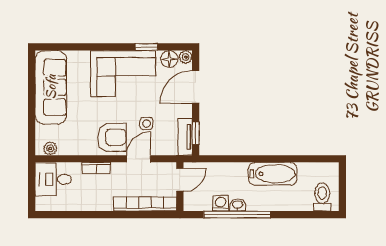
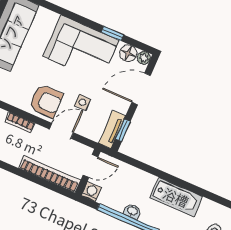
washing machine: (221, 203) -> (91, 192), moved

